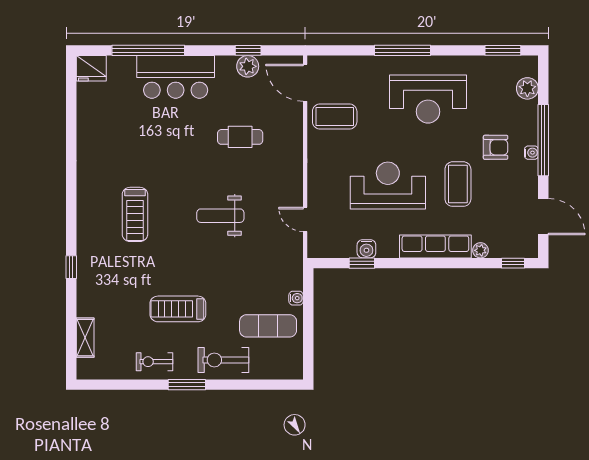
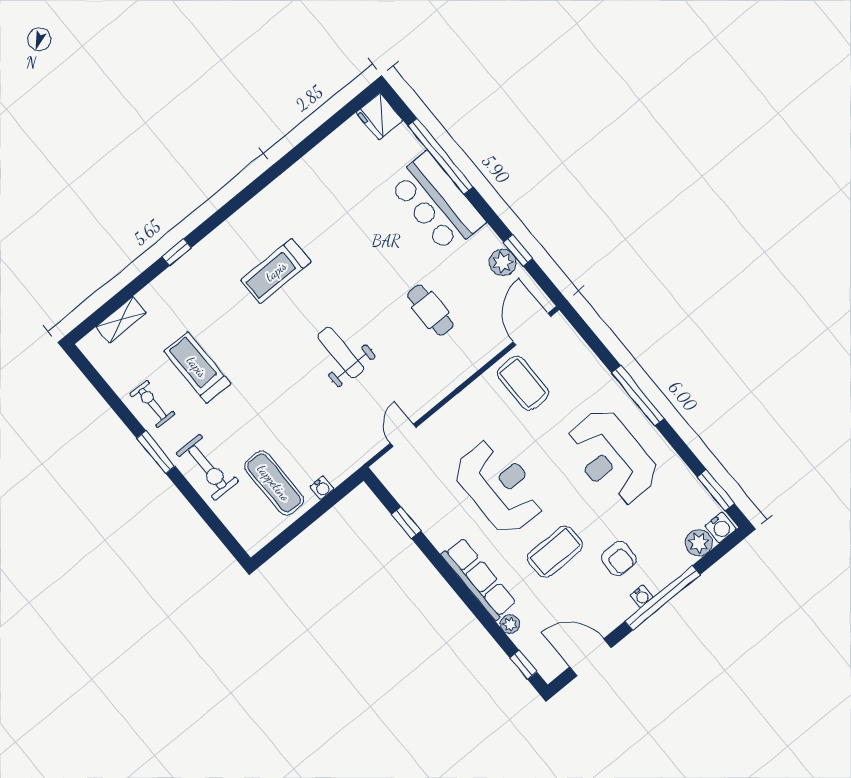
door: (543, 217) -> (590, 657), swing flipped
water cooler: (366, 249) -> (721, 527), moved, turned -90
treadmill: (178, 309) -> (197, 367), moved
exercise bike: (223, 360) -> (207, 467), turned 180

